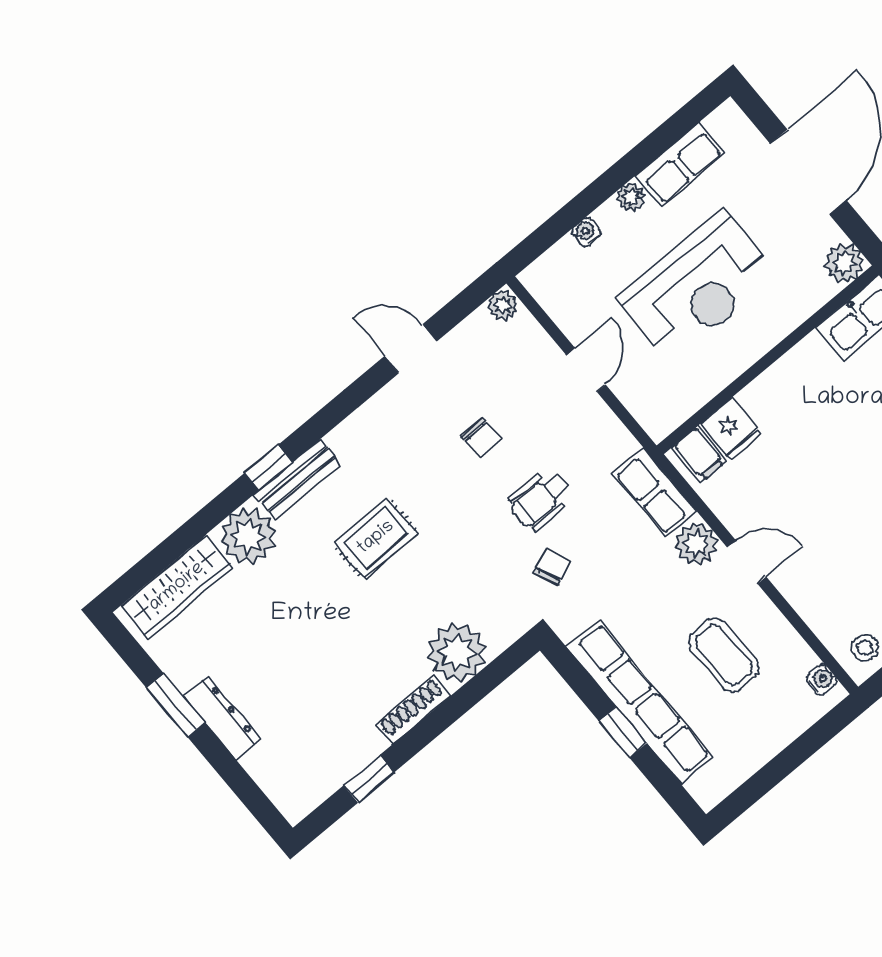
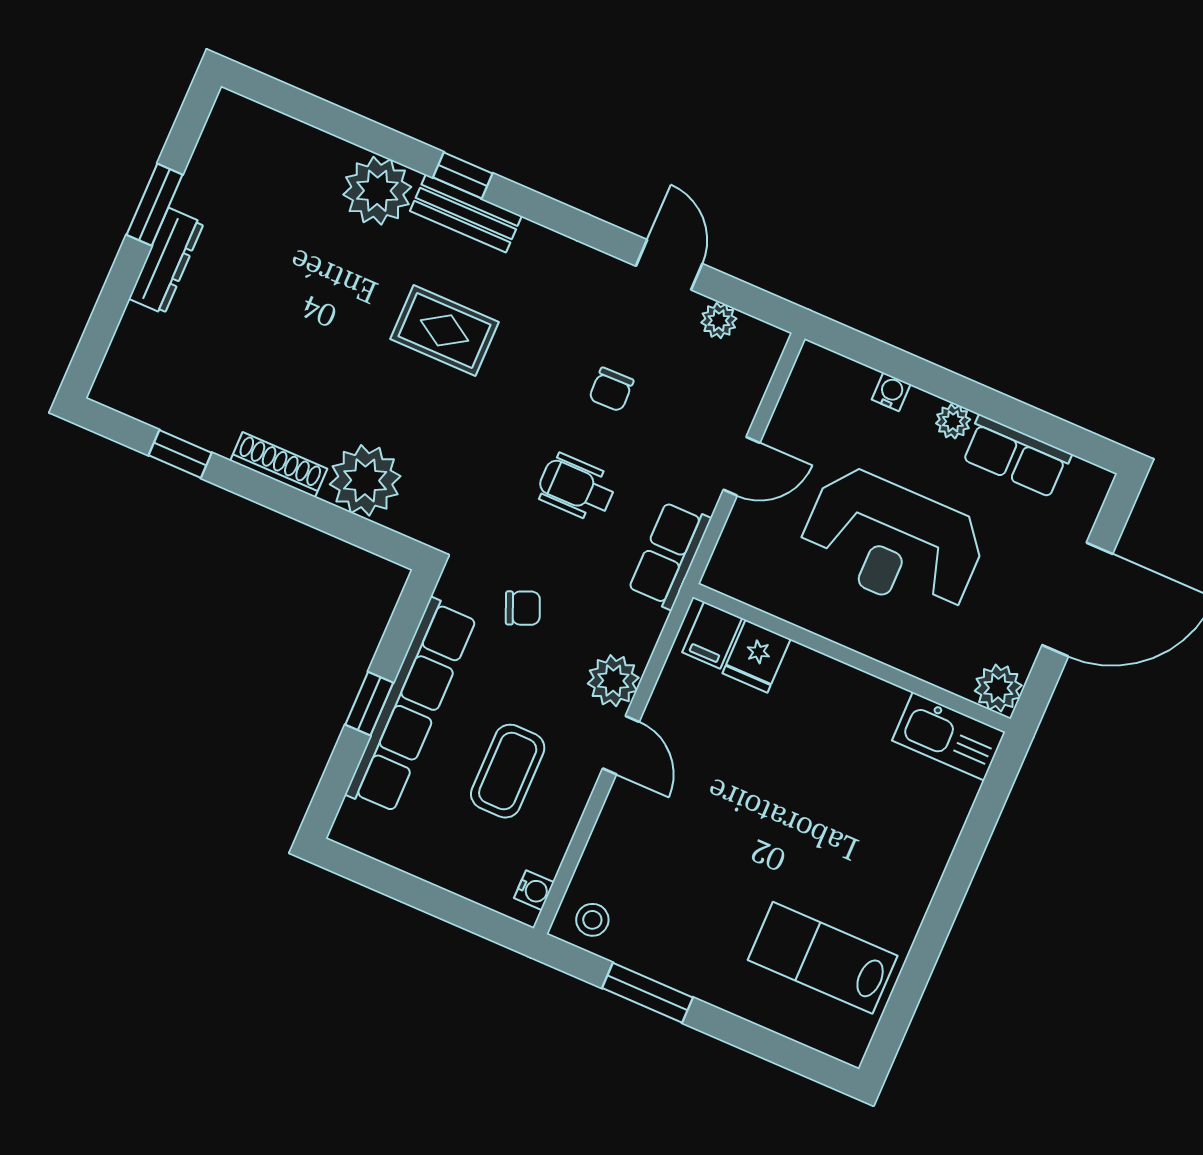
plant: (503, 305) -> (719, 321), moved
row of seats: (655, 492) -> (670, 555), moved
chair: (552, 567) -> (523, 608), moved
wardrobe: (177, 587) -> (284, 141), removed

